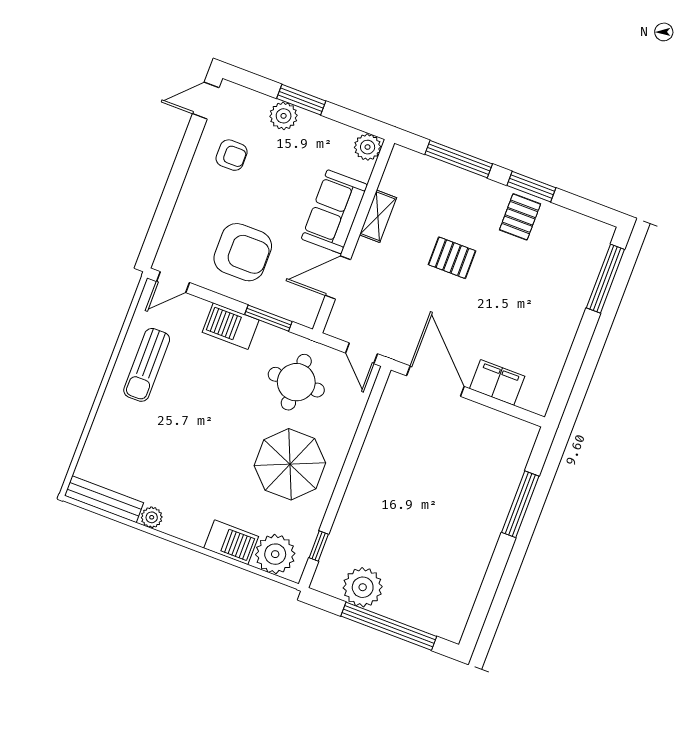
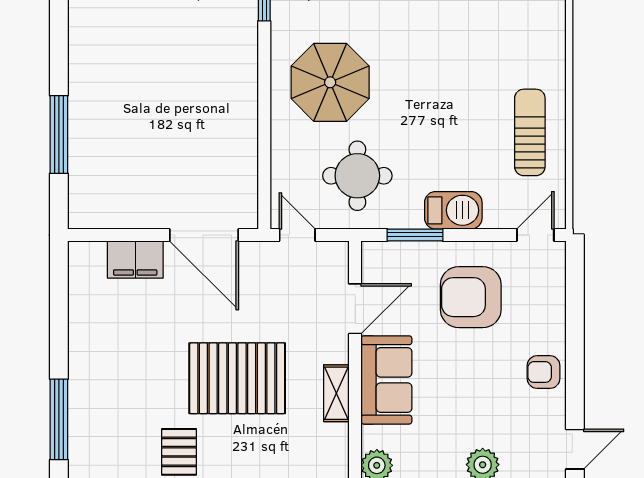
armchair: (232, 155) -> (544, 372), moved
pallet: (452, 258) -> (237, 378), width x2.05, depth x2.00

